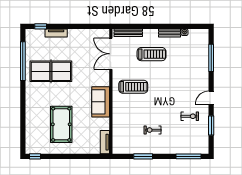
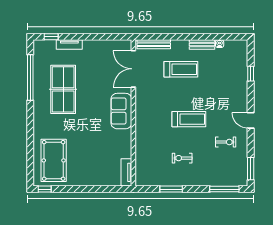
window: (211, 58) -> (251, 74), width x0.46
table tennis table: (51, 71) -> (63, 89), turned 90
treadmill: (133, 87) -> (189, 119), moved
door: (211, 98) -> (251, 120), hinge flipped
sofa: (101, 102) -> (121, 111), moved
pool table: (61, 124) -> (54, 160), moved
window: (211, 125) -> (251, 169), moved

